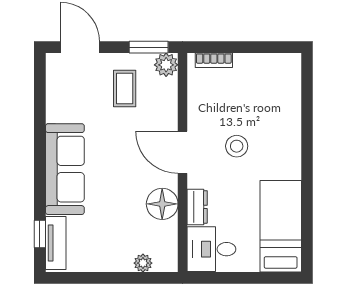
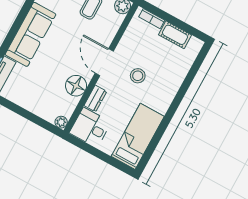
cot: (256, 65) -> (175, 35), added
plant: (143, 263) -> (61, 122), moved

